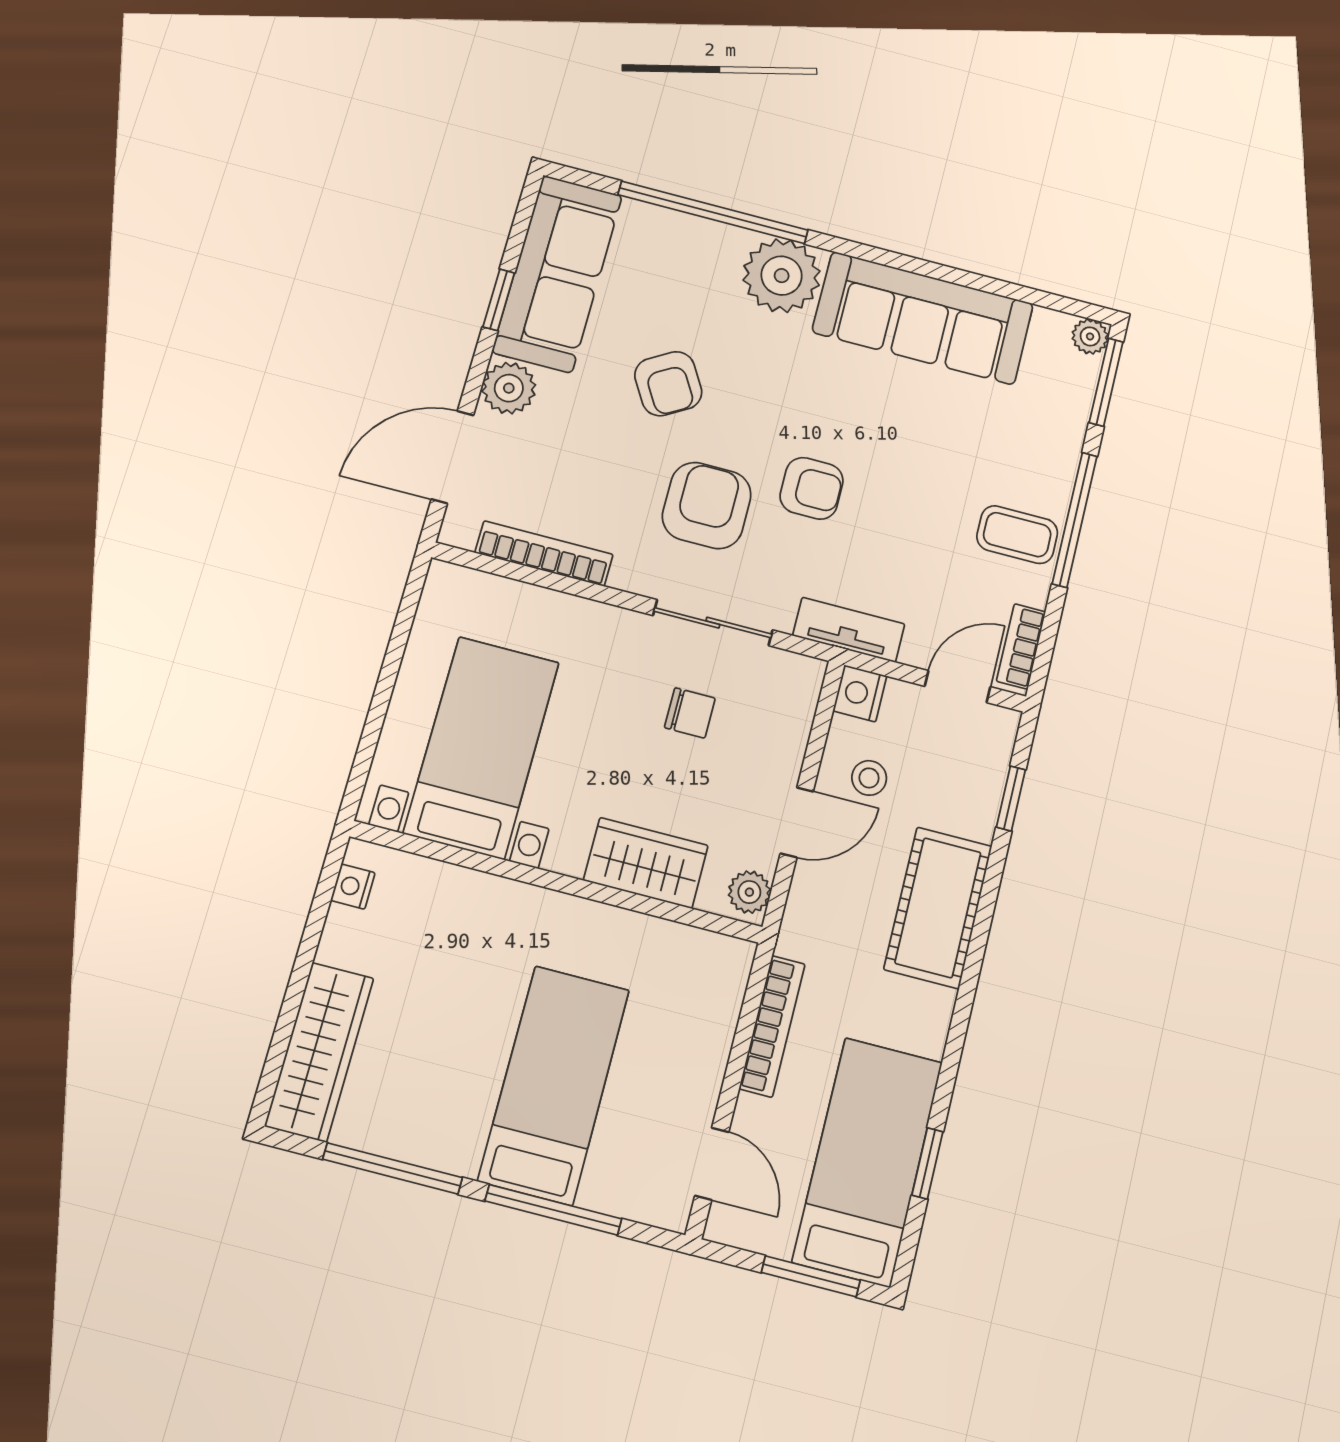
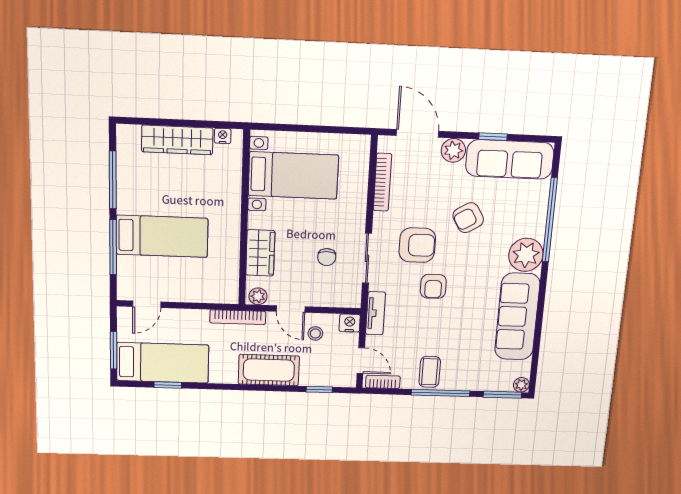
bookcase: (772, 1026) -> (238, 317), moved
wardrobe: (319, 1052) -> (177, 140), moved

